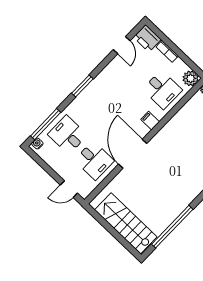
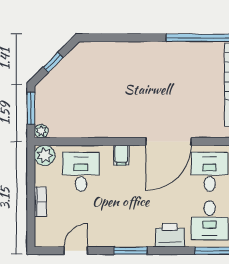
printer: (147, 38) -> (170, 235), moved, turned -90
window: (82, 86) -> (131, 251), moved

